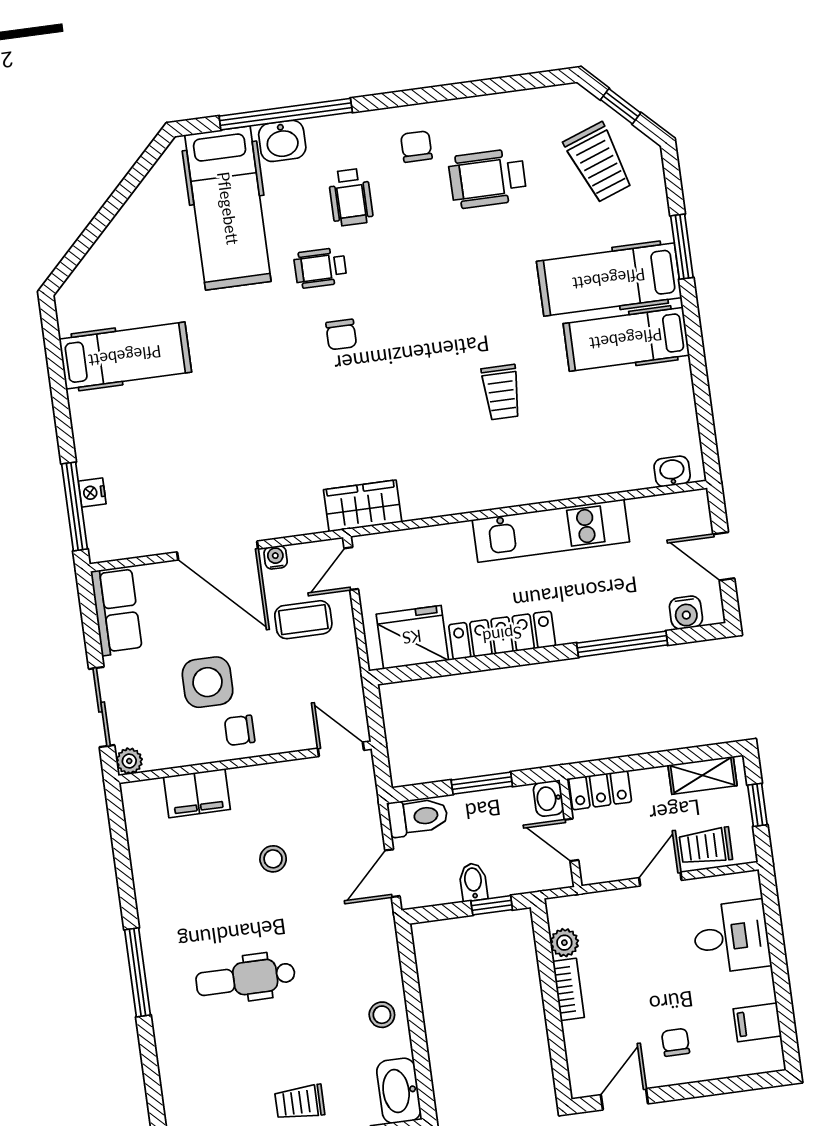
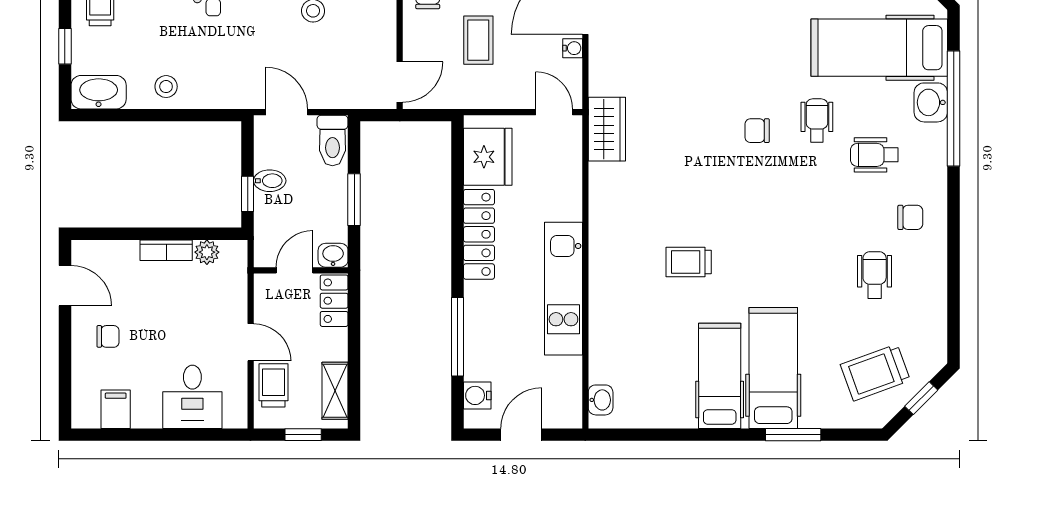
wheelchair: (488, 178) -> (875, 275), width x0.73, depth x0.73
coffee table: (303, 620) -> (478, 40), moved

